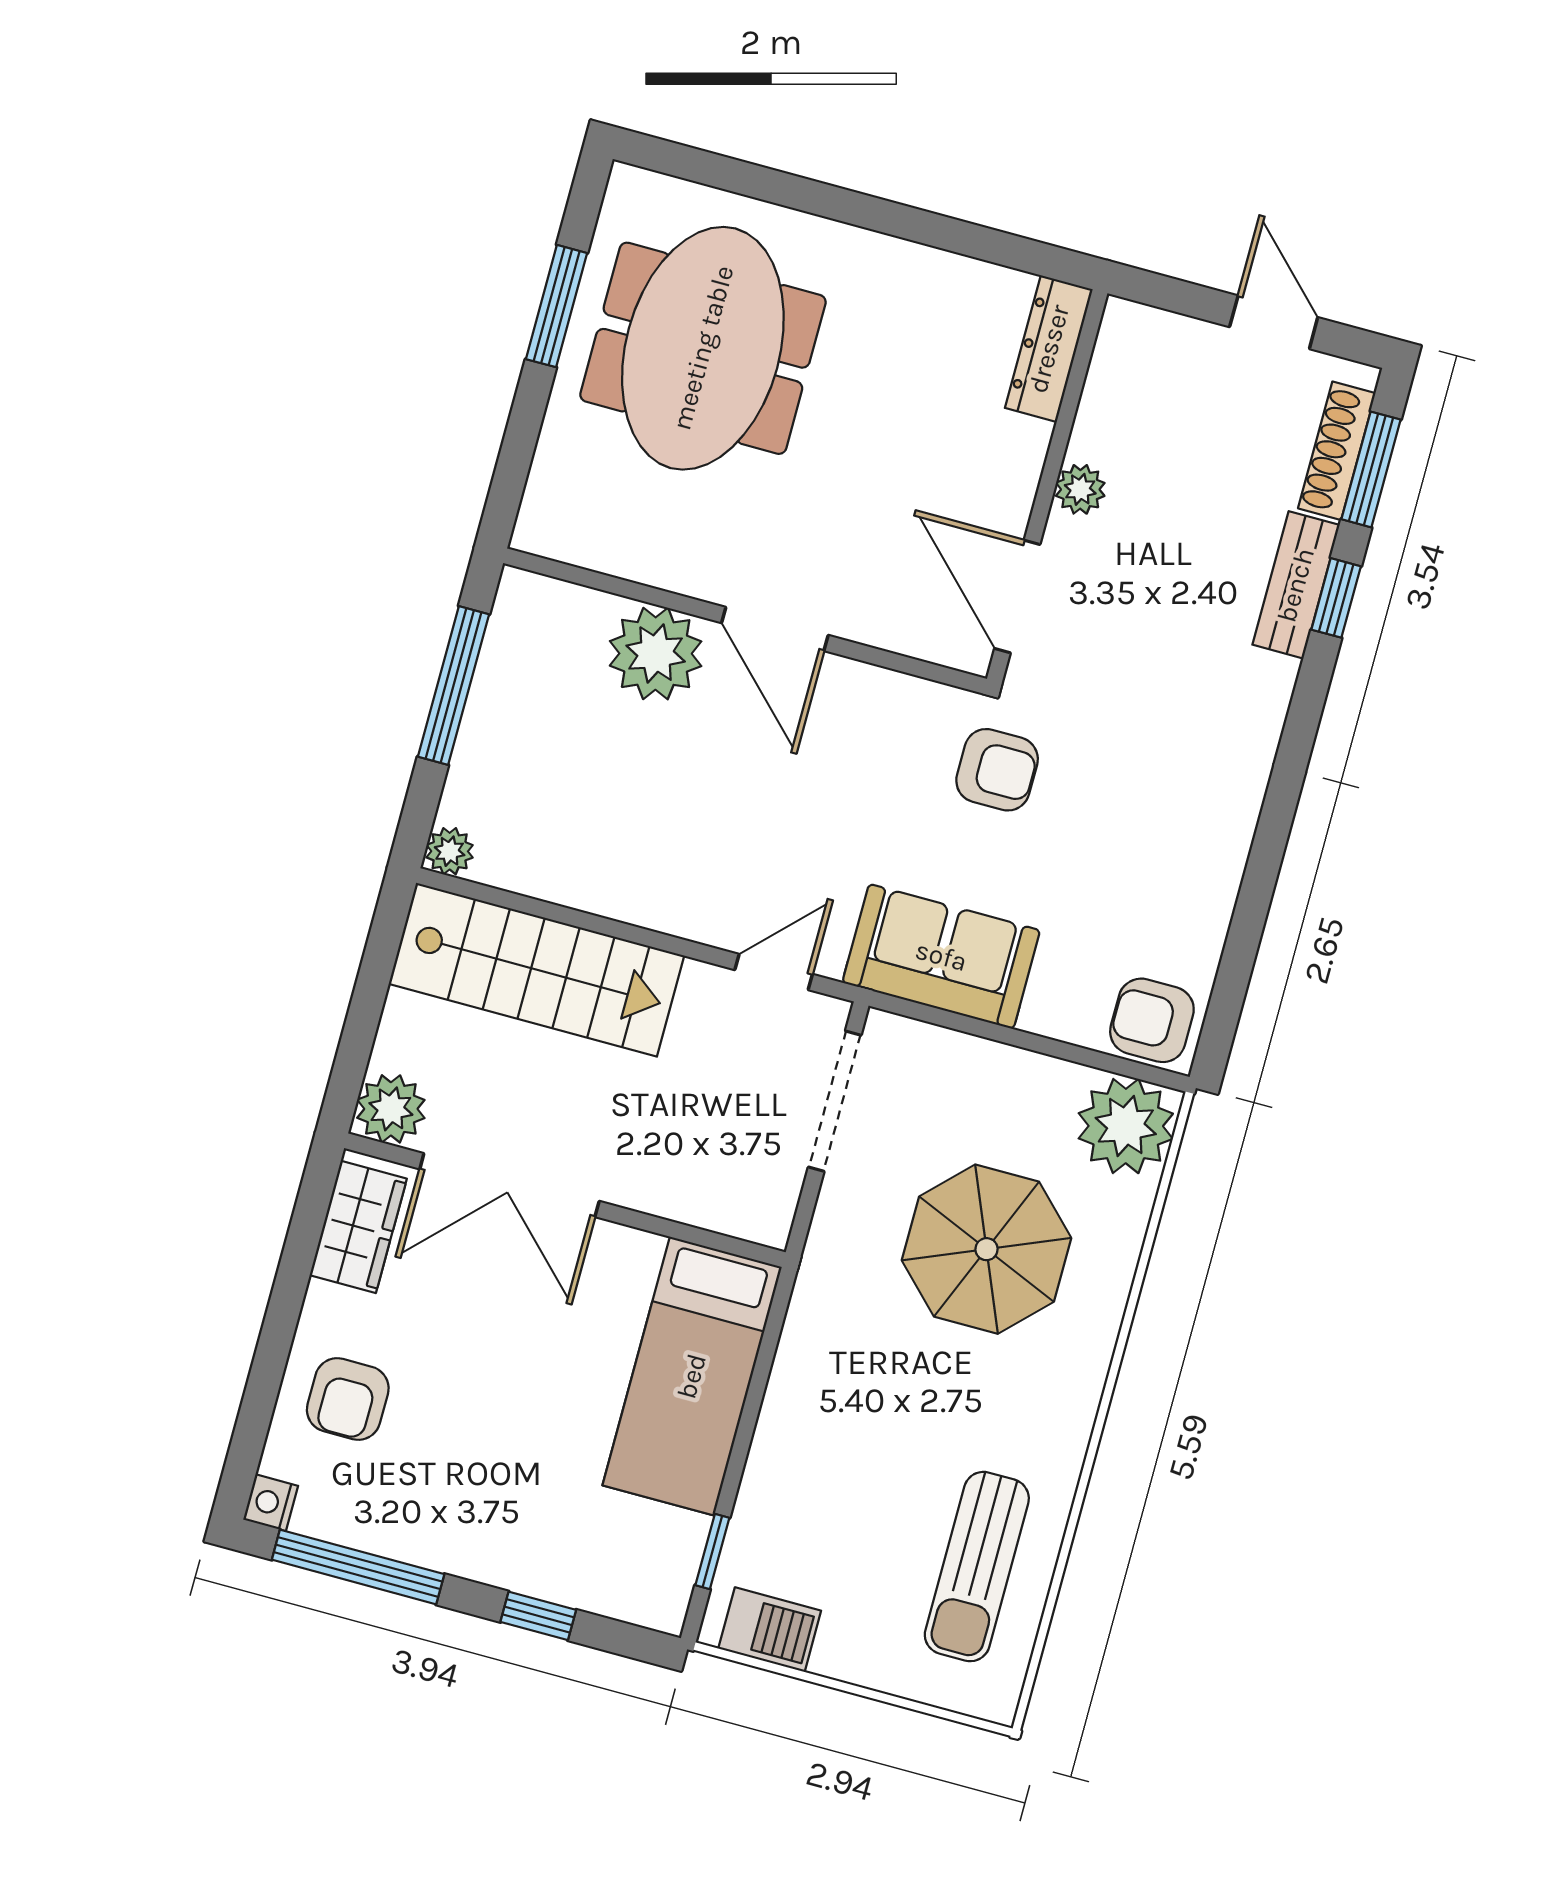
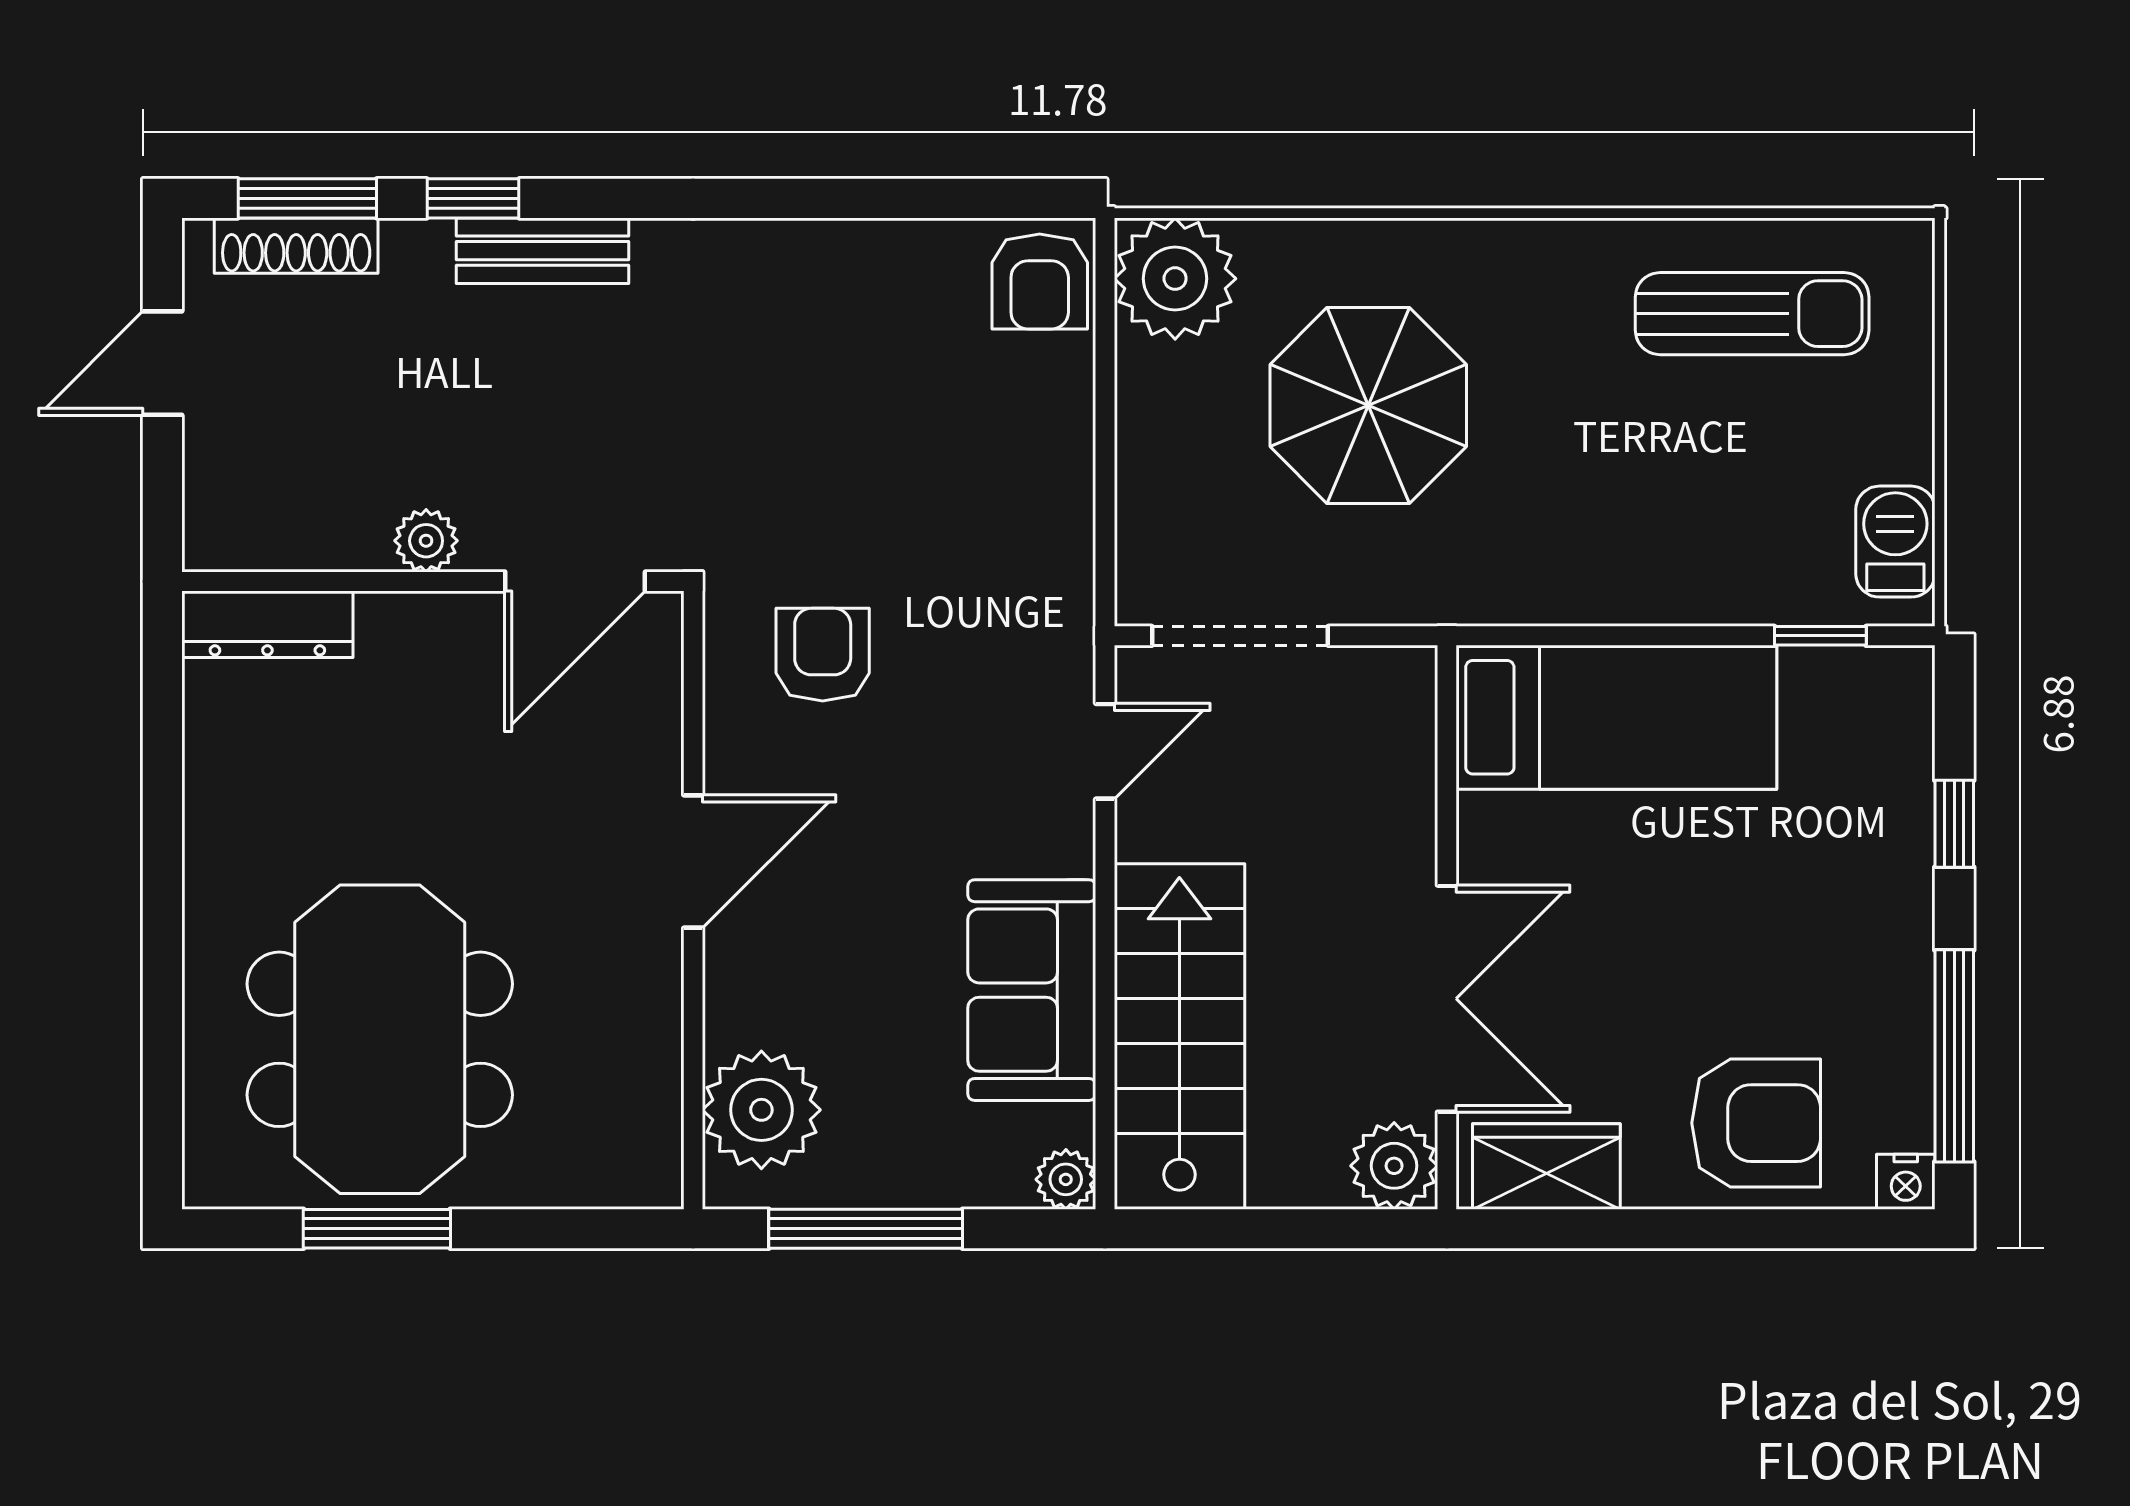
meeting table: (703, 348) -> (380, 1039), turned 90
bench: (1296, 585) -> (542, 251), moved
plant: (656, 654) -> (761, 1110), moved
armchair: (997, 770) -> (823, 655), moved
sofa: (941, 956) -> (1032, 990), moved
door: (774, 972) -> (1105, 751), swing flipped
armchair: (348, 1399) -> (1756, 1123), width x1.38, depth x1.38

